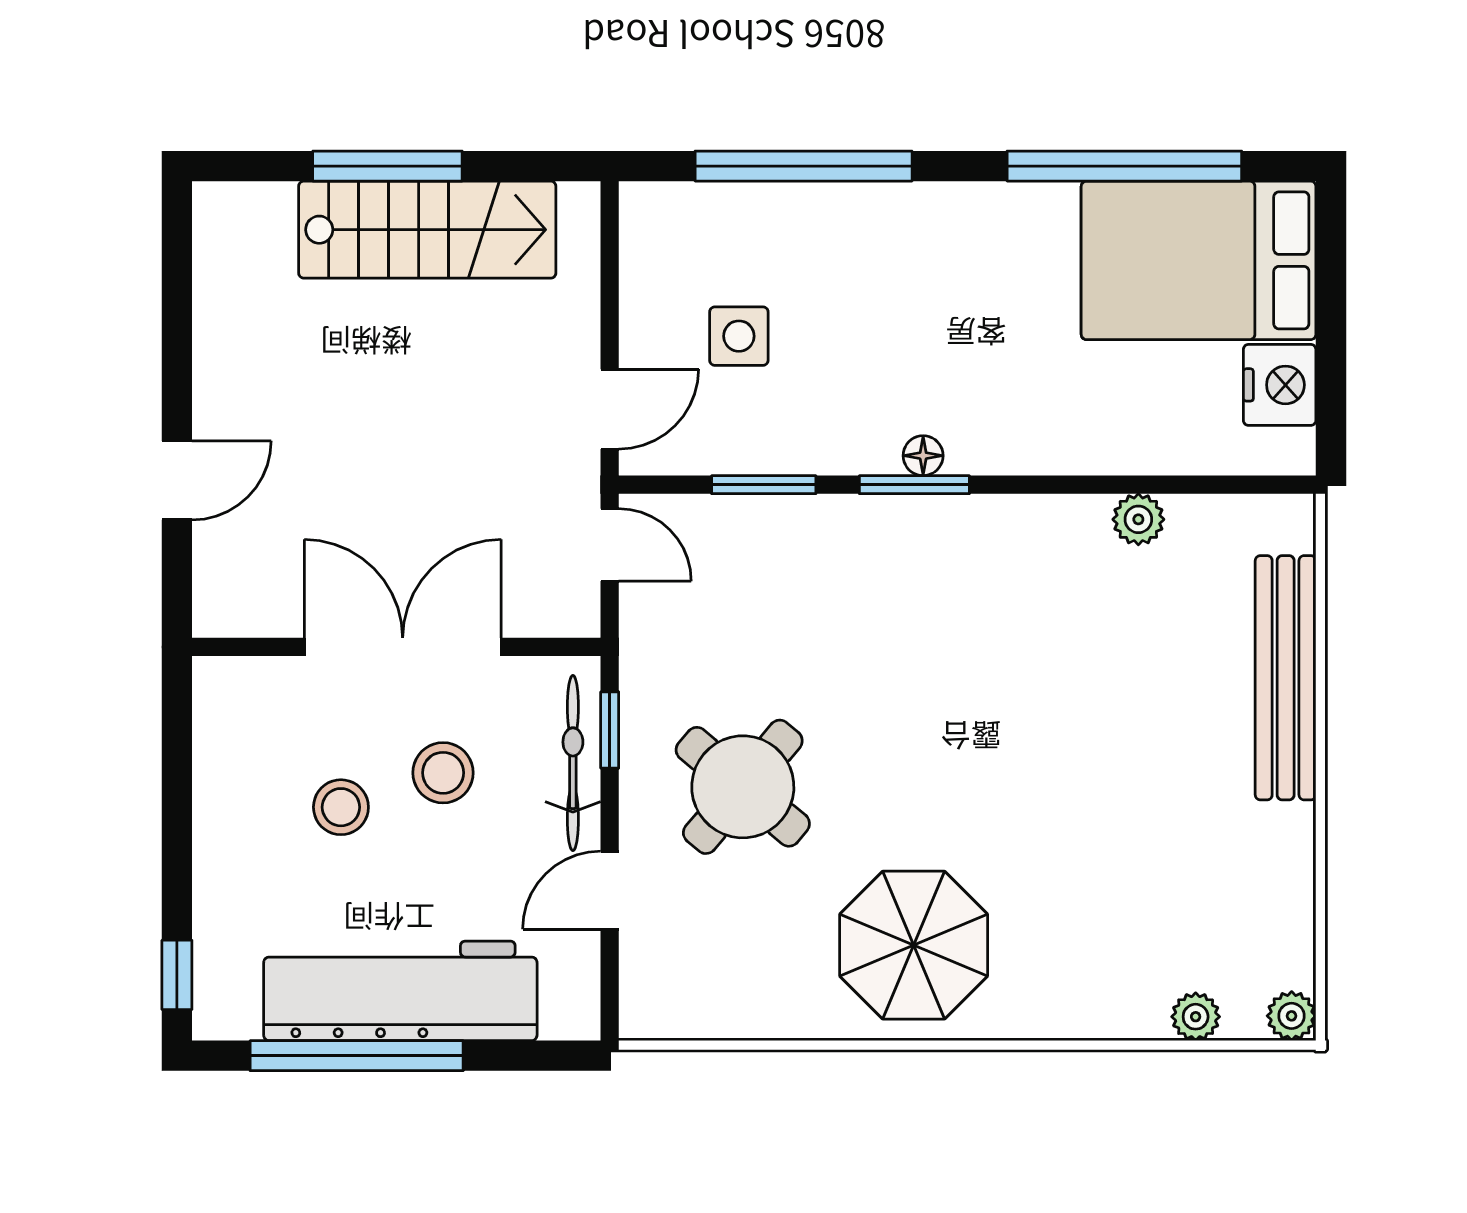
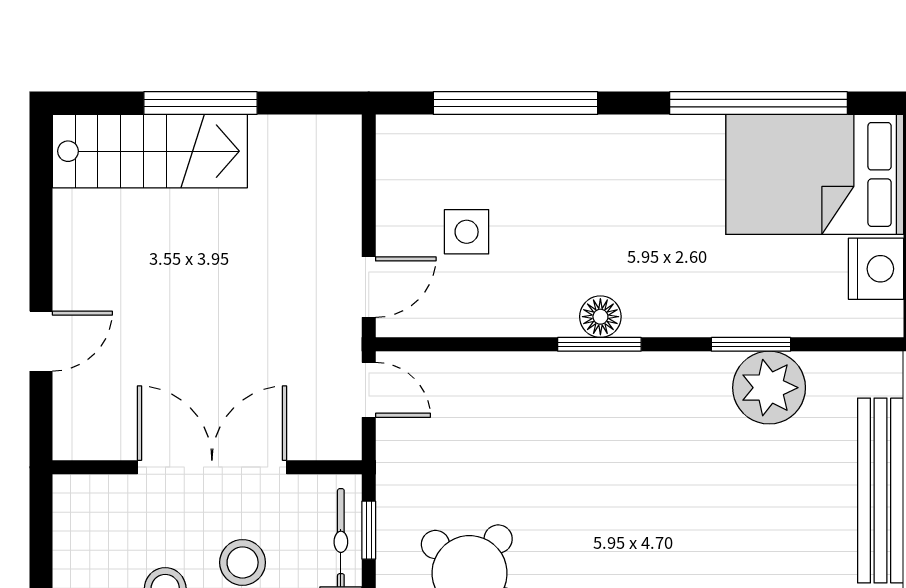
stairs: (427, 230) -> (150, 151), moved
floor lamp: (923, 456) -> (600, 317), width x1.37, depth x1.37
window: (764, 485) -> (751, 344), moved
plant: (1138, 519) -> (769, 388), width x1.88, depth x1.88

